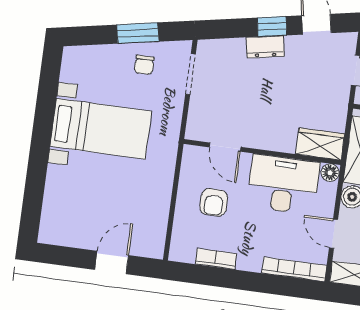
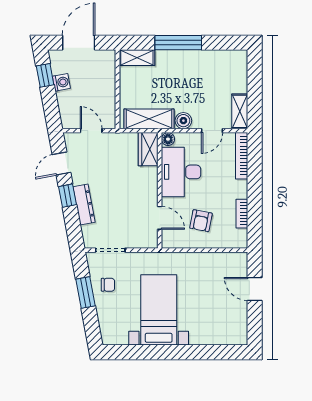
dresser: (265, 47) -> (84, 204), width x1.44
door: (225, 147) -> (160, 218), hinge flipped
armchair: (214, 202) -> (201, 221), turned 101

